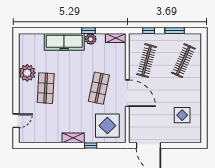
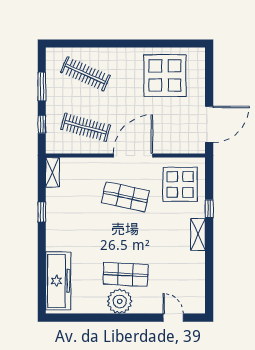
plant: (91, 39) -> (54, 209), removed
freezer: (64, 42) -> (58, 281), moved
plant: (27, 73) -> (120, 301), moved
display table: (182, 115) -> (165, 75), width x1.86, depth x1.86

